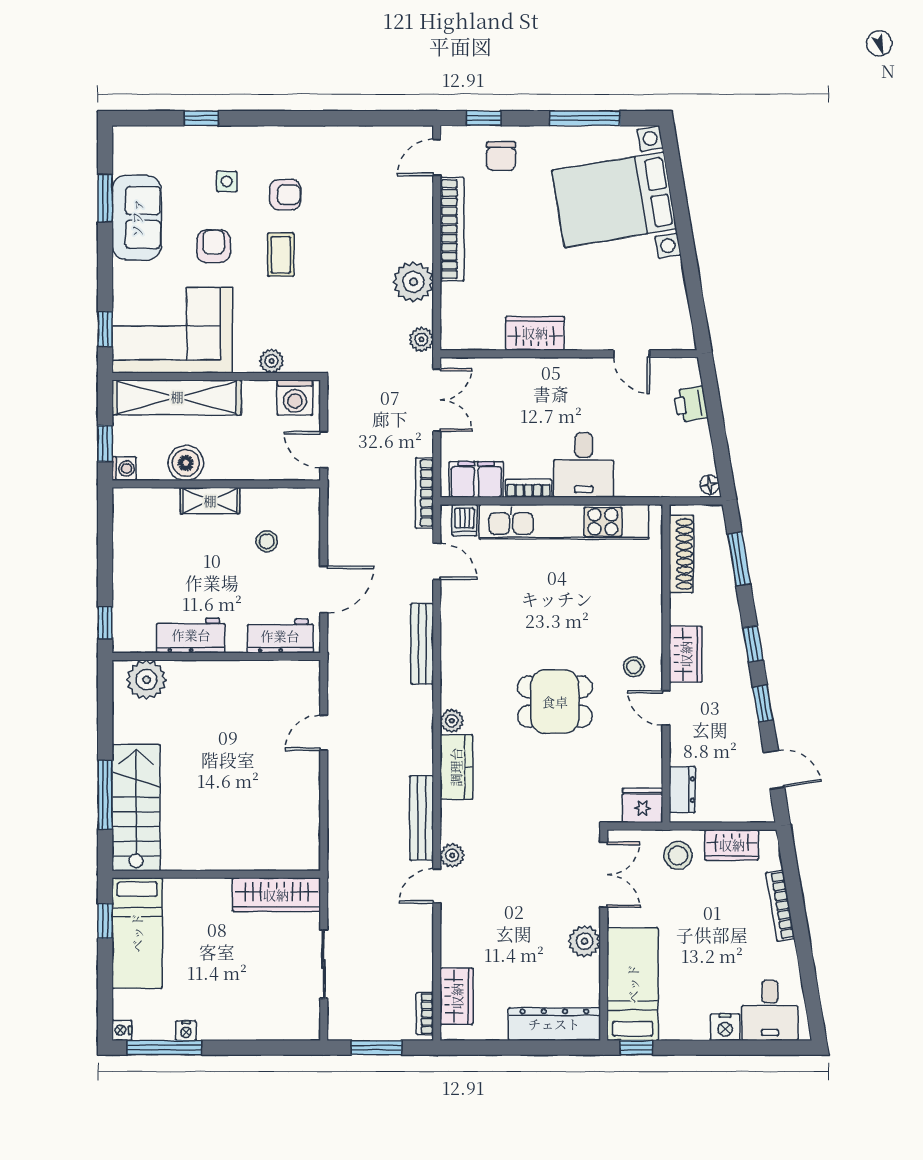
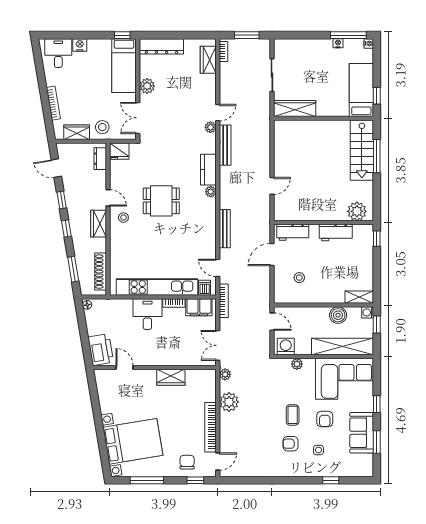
window: (105, 329) -> (377, 404), moved
printer: (691, 404) -> (101, 350), width x1.87, depth x1.48
shelving: (210, 501) -> (359, 297), moved

